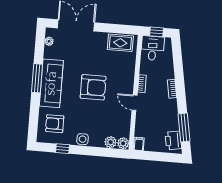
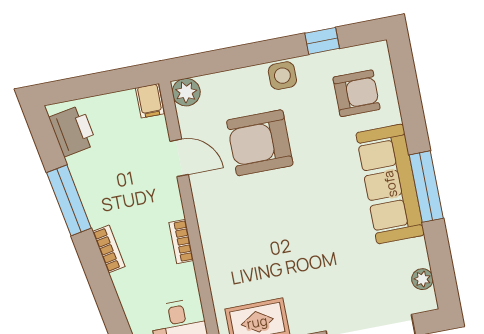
armchair: (93, 87) -> (260, 143), moved
door: (135, 103) -> (179, 158), moved
window: (184, 128) -> (69, 200), moved
plant: (111, 142) -> (216, 87), removed

